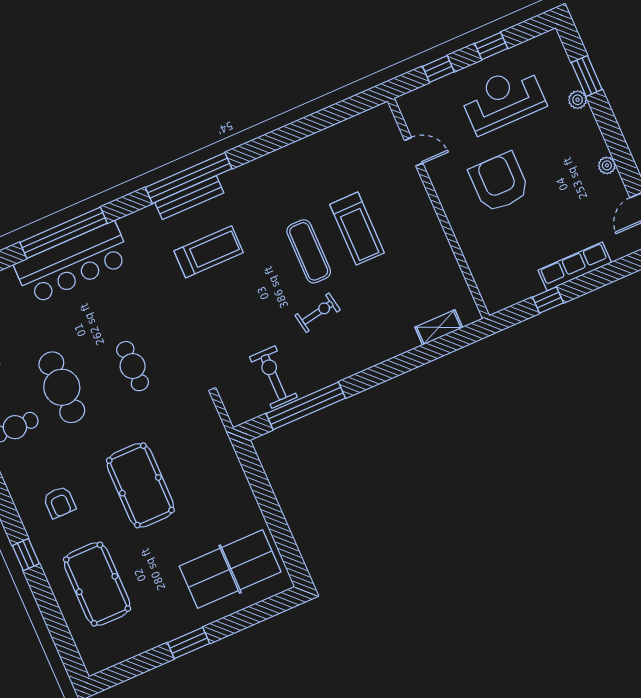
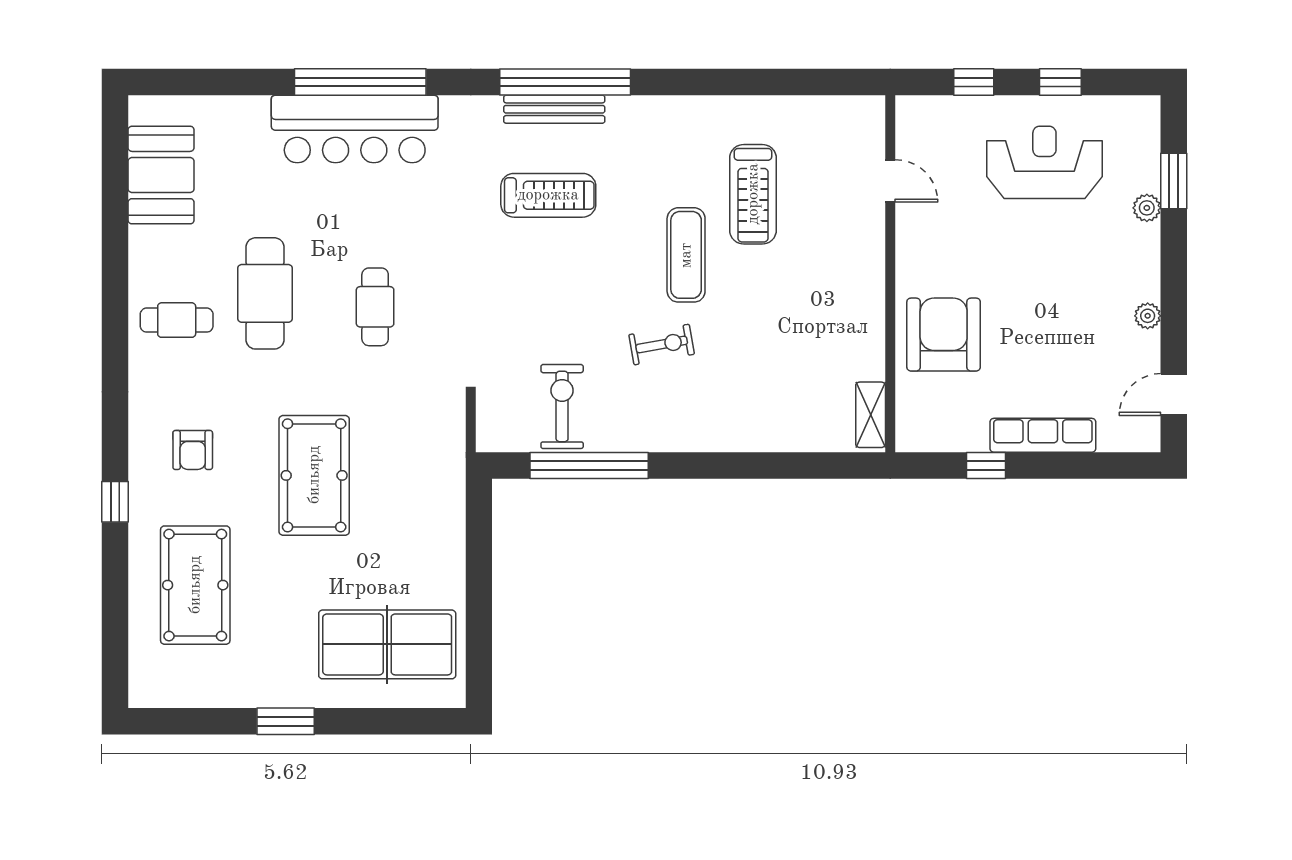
armchair: (499, 182) -> (944, 335), moved
treadmill: (357, 229) -> (753, 194), moved
shelving: (439, 327) -> (871, 415), moved, turned 90

